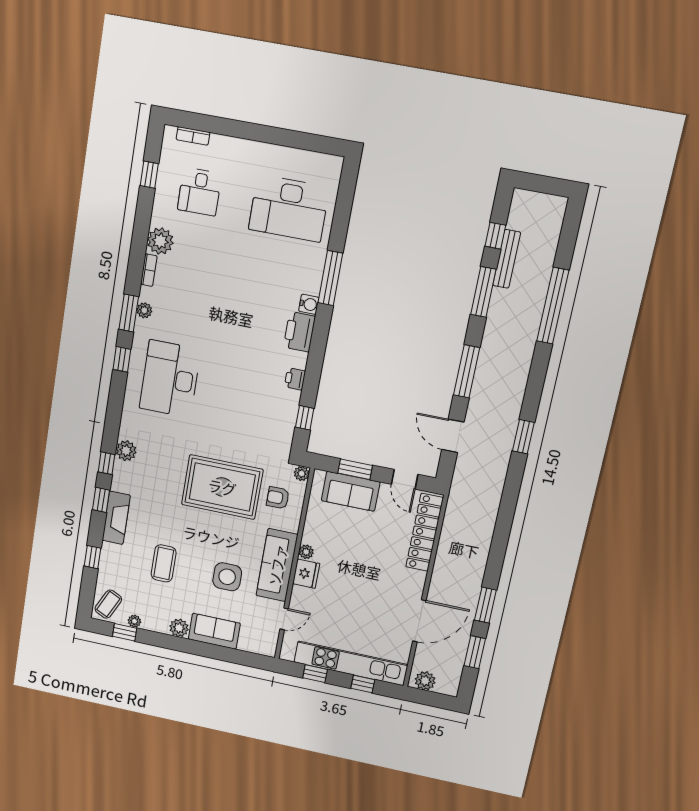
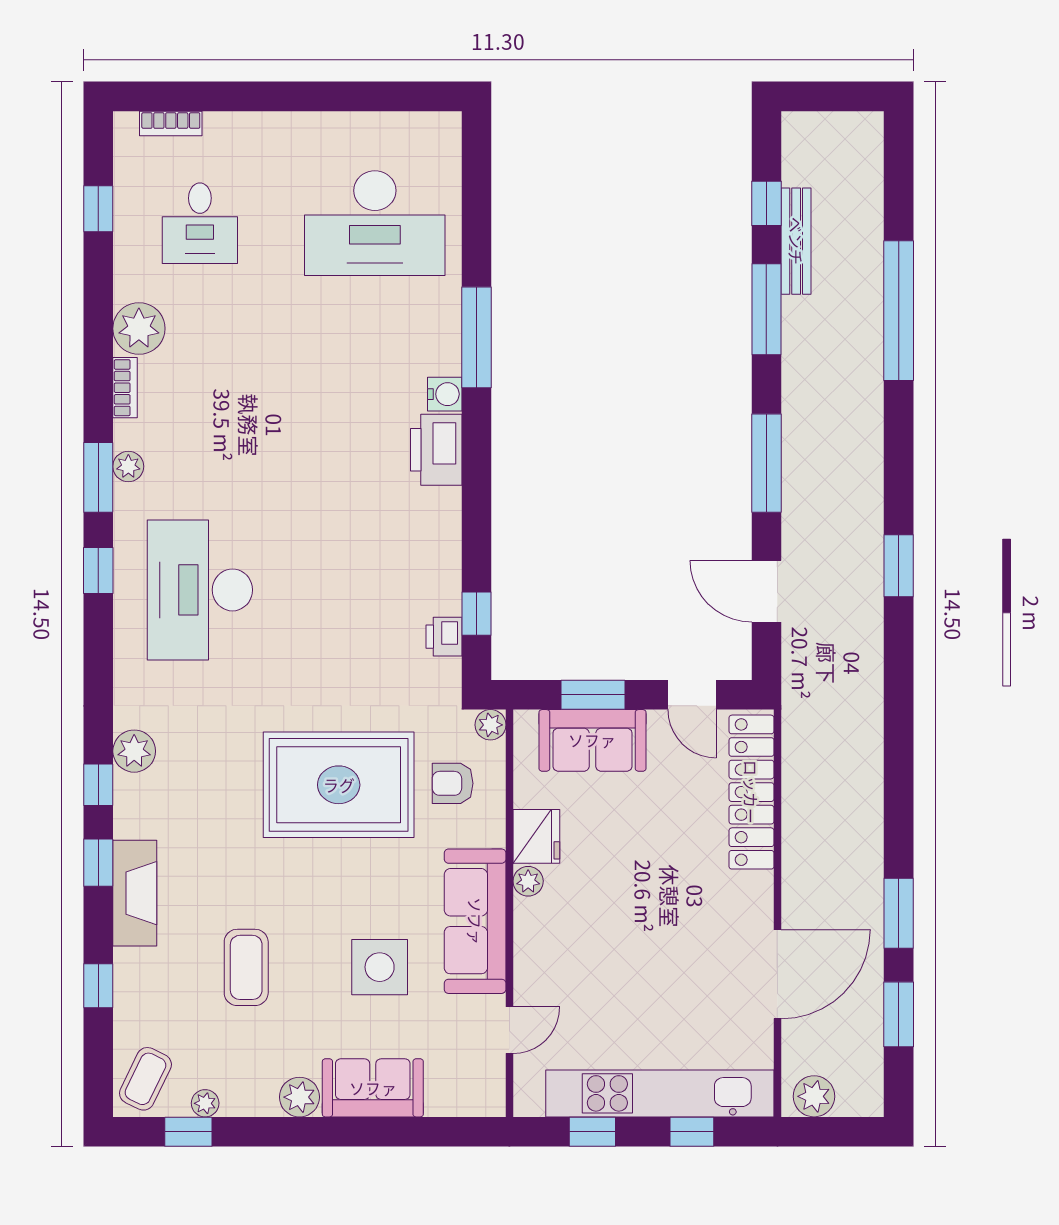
printer: (295, 379) -> (444, 637), moved
fridge: (306, 574) -> (536, 836), moved

